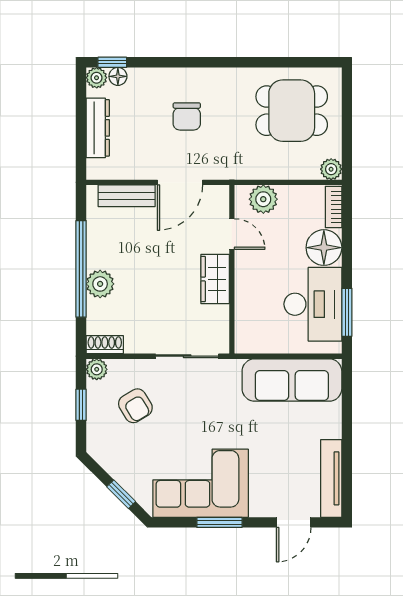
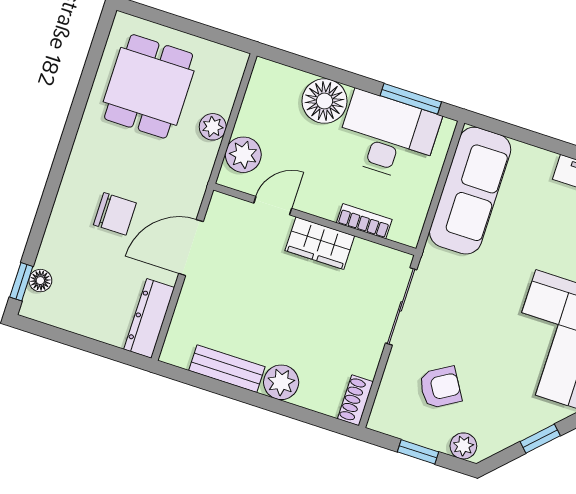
plant: (97, 78) -> (34, 307), removed
dresser: (98, 128) -> (149, 318), moved, turned -90
plant: (331, 169) -> (213, 127), moved
door: (180, 182) -> (191, 248), swing flipped
bench: (127, 196) -> (227, 369), moved, turned 90
bookcase: (334, 207) -> (364, 221), moved, turned 180
window: (81, 269) -> (256, 399), removed
plant: (97, 369) -> (463, 446), moved

